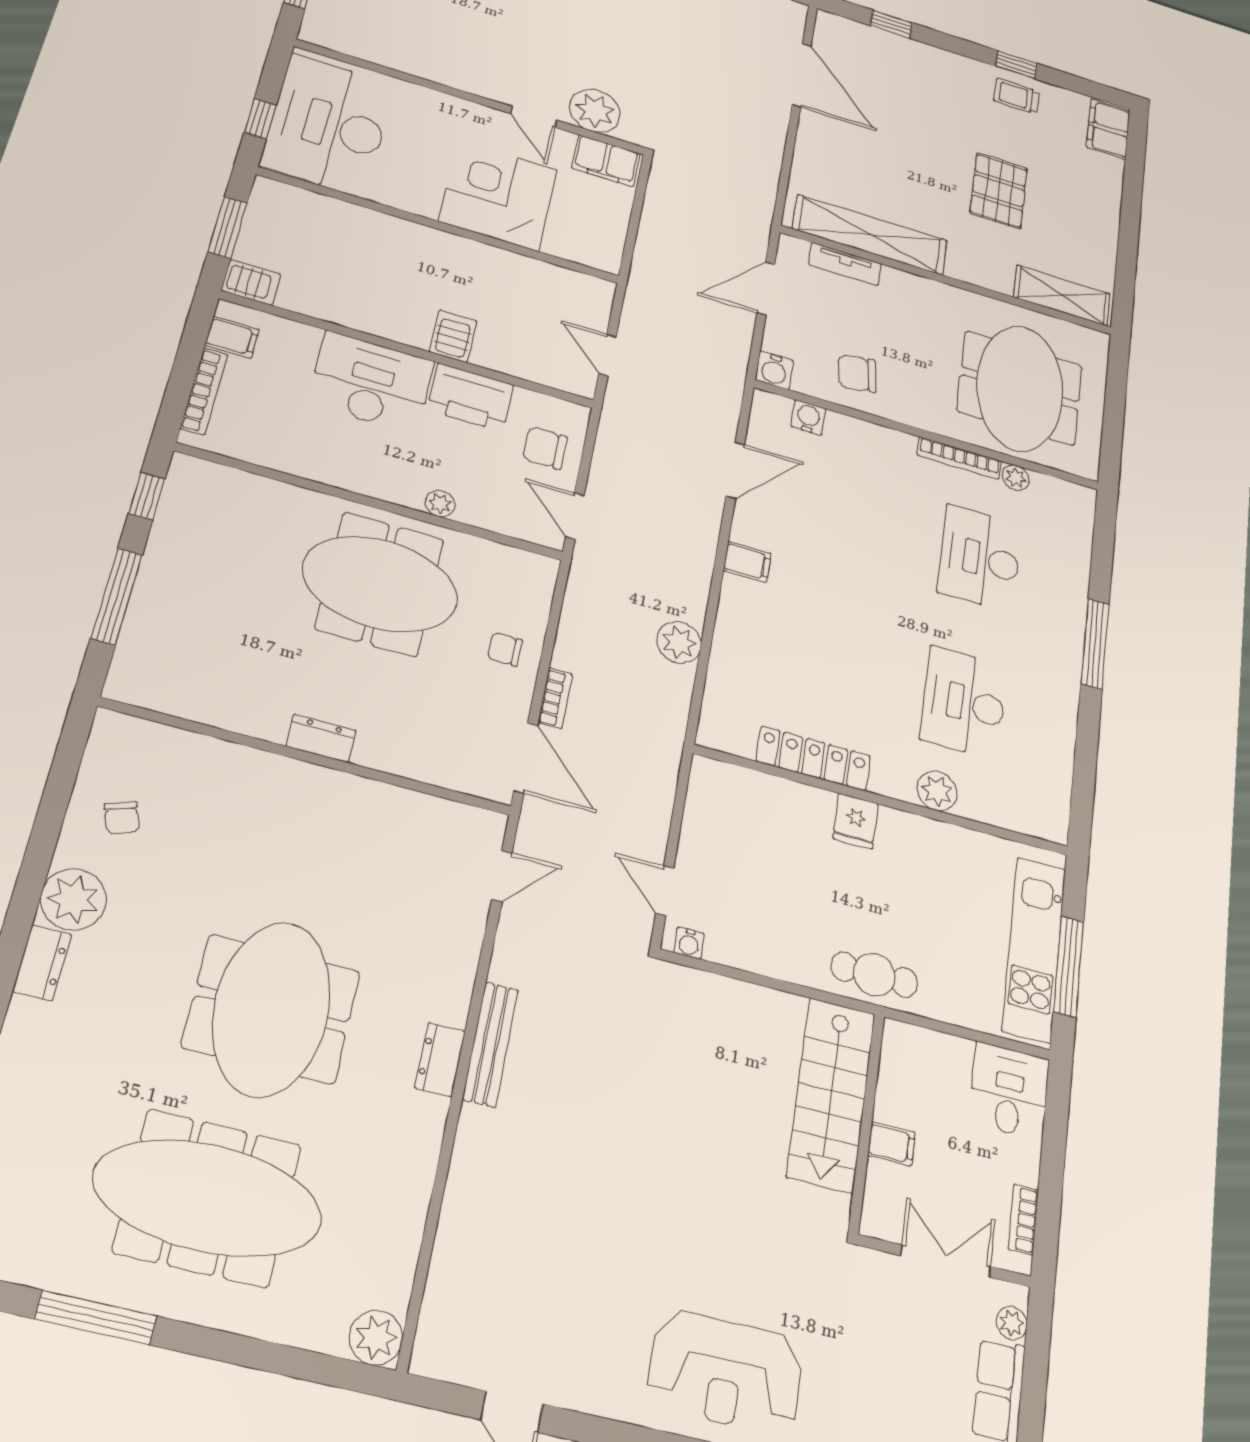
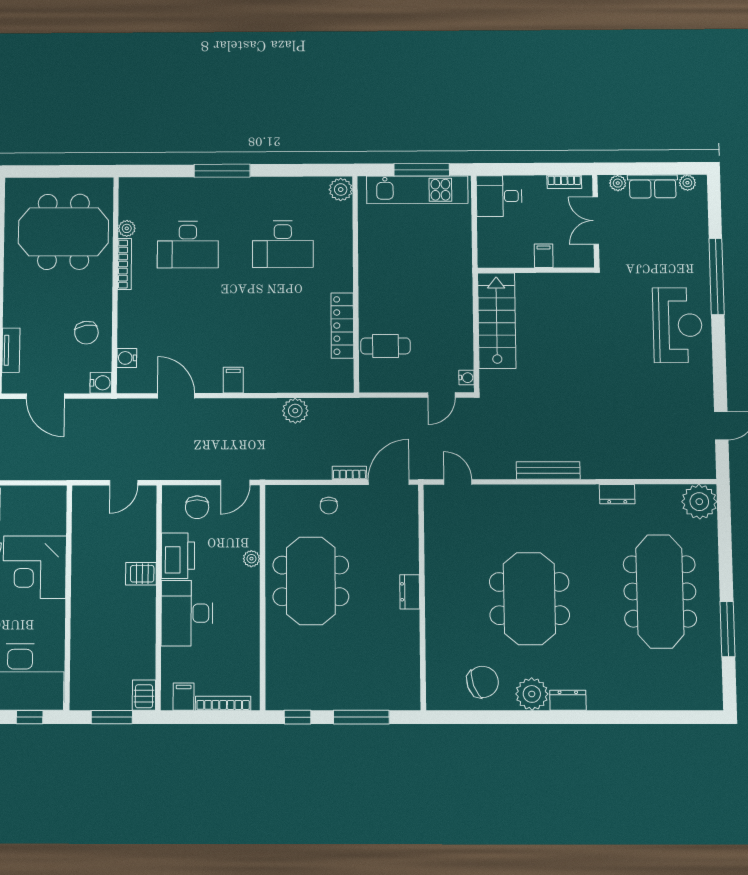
plant: (937, 791) -> (341, 190), moved
chair: (122, 818) -> (483, 682), width x1.87, depth x1.87
fridge: (856, 821) -> (372, 297), removed
cafe table: (874, 975) -> (385, 346), moved, turned 90
meeting table: (271, 1009) -> (529, 599), moved, turned 90
dresser: (440, 1060) -> (617, 494), moved
stairs: (831, 1094) -> (497, 321), moved, turned -90
plant: (376, 1338) -> (699, 502), width x1.36, depth x1.36

